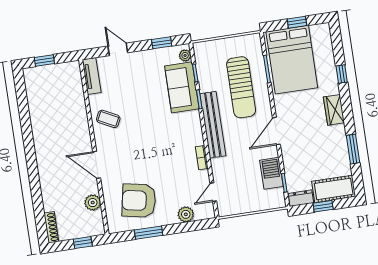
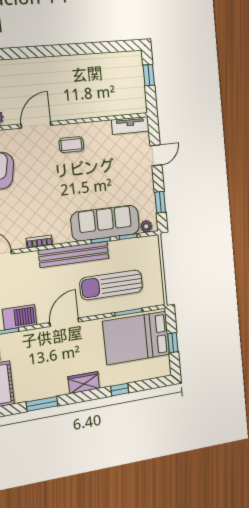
sofa: (182, 87) -> (105, 223), width x1.36
coffee table: (108, 119) -> (71, 145), moved, turned 63
door: (276, 131) -> (64, 322), hinge flipped

